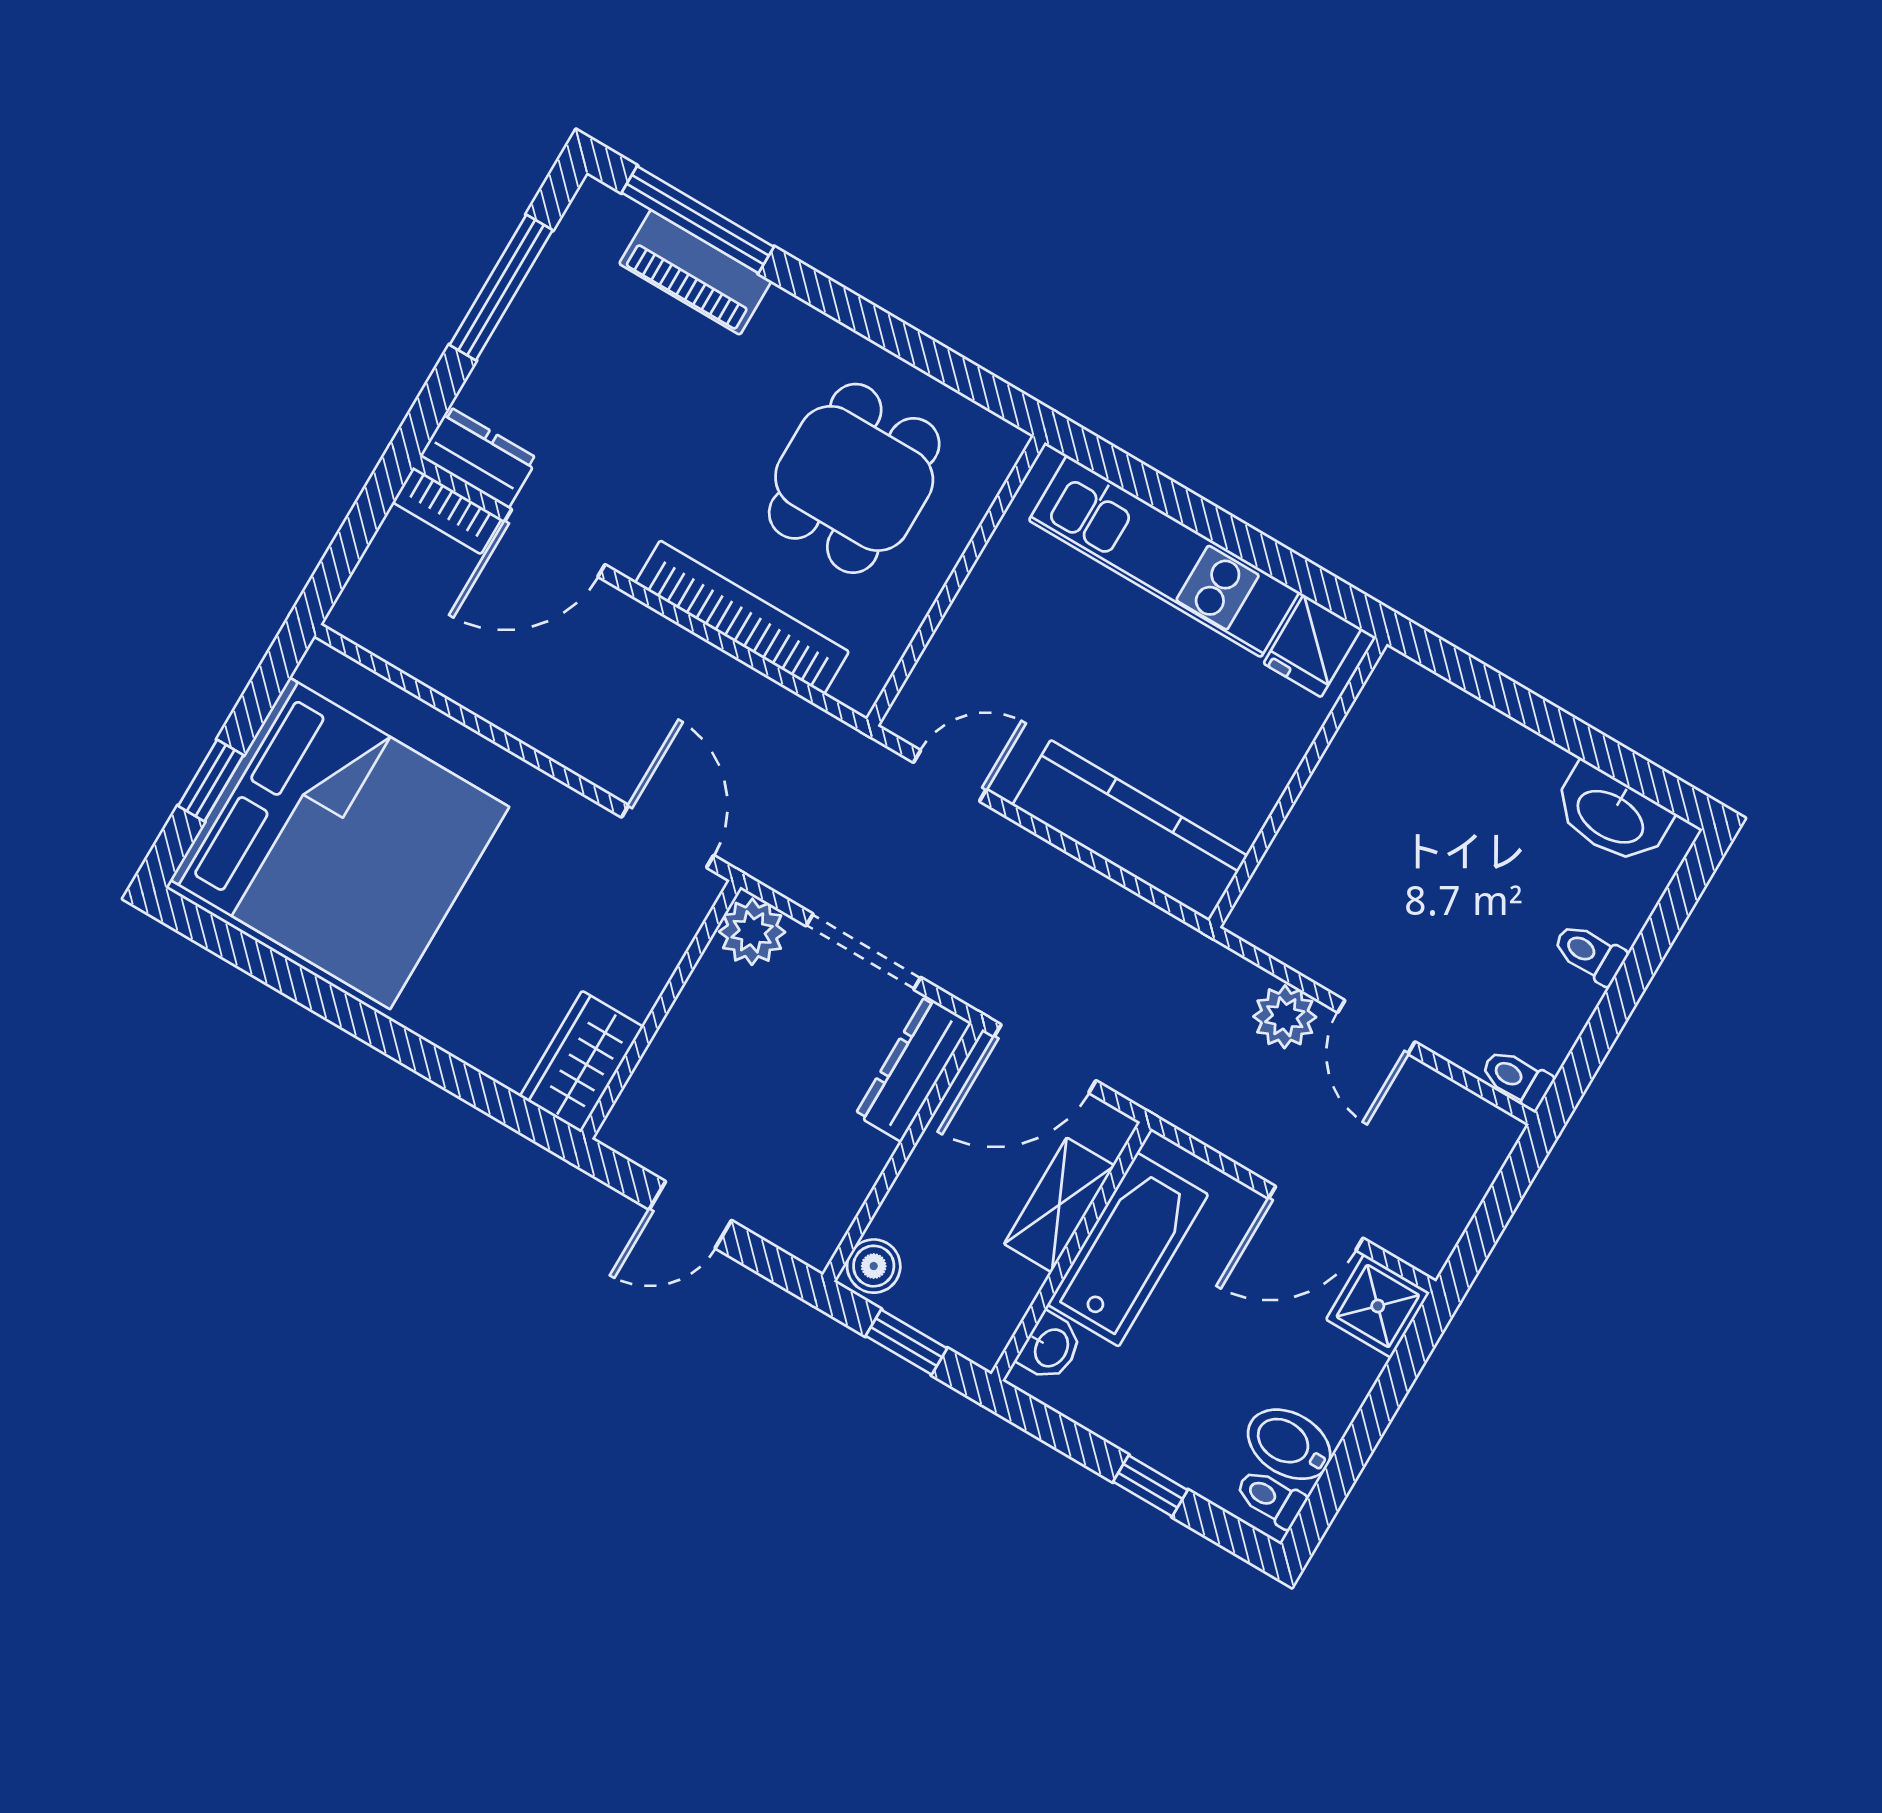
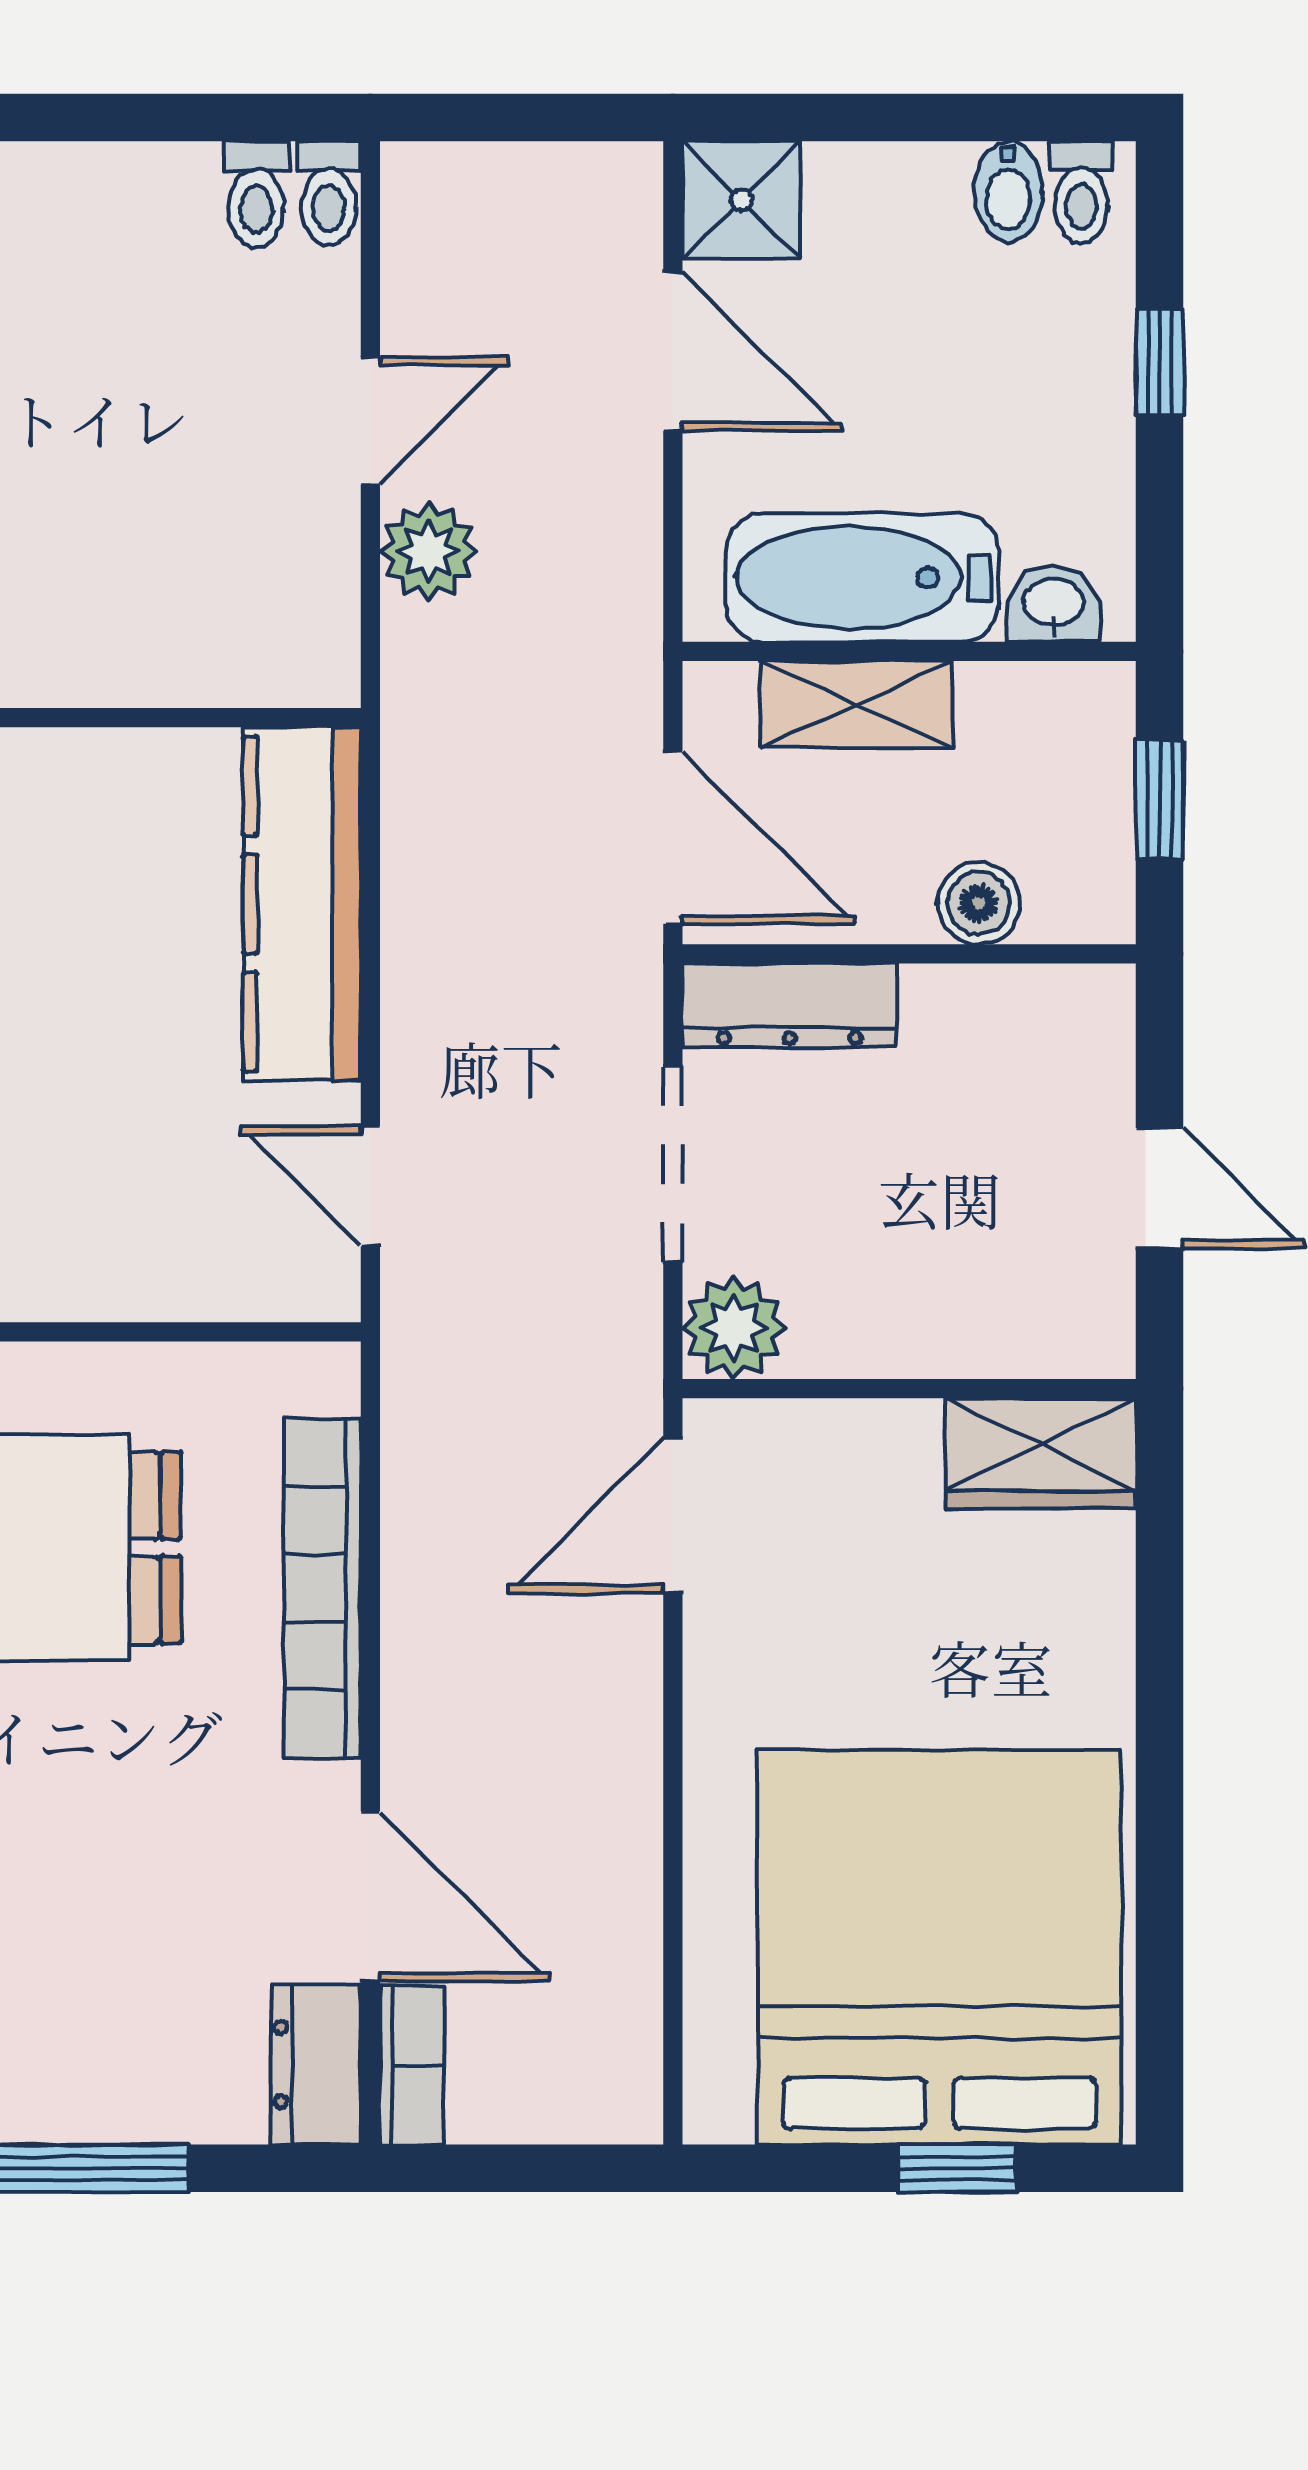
toilet: (1590, 953) -> (256, 194), moved
boiler: (874, 1266) -> (979, 903), moved
bidet: (1289, 1444) -> (1008, 191), width x0.72, depth x0.74

